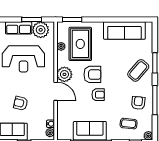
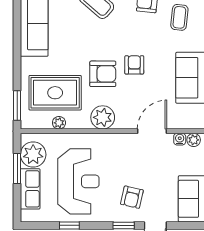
armchair: (92, 74) -> (103, 74), turned 90
door: (56, 91) -> (152, 131), moved
armchair: (21, 103) -> (132, 197), moved

